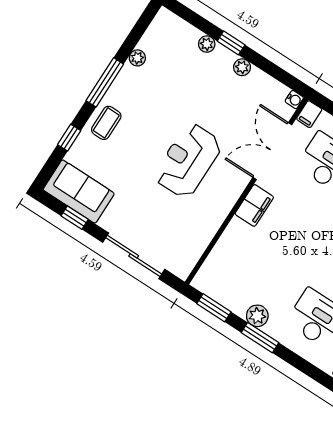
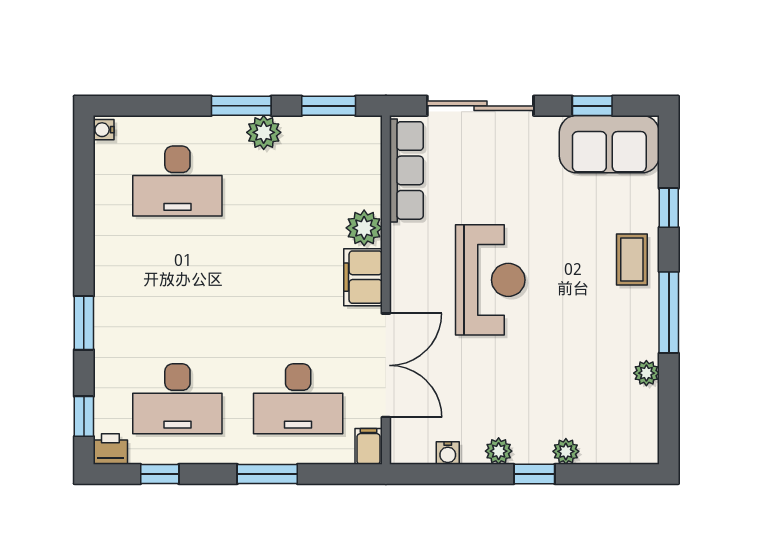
water cooler: (294, 100) -> (448, 453), moved, turned -90
plant: (237, 231) -> (364, 228), added
row of seats: (195, 247) -> (406, 170), added

